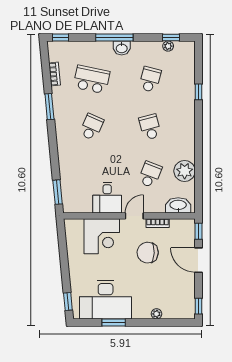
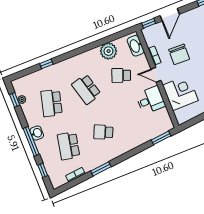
window: (61, 37) -> (43, 170), moved
school desk: (150, 79) -> (52, 103), width x1.85
school desk: (150, 127) -> (86, 89), width x1.85

